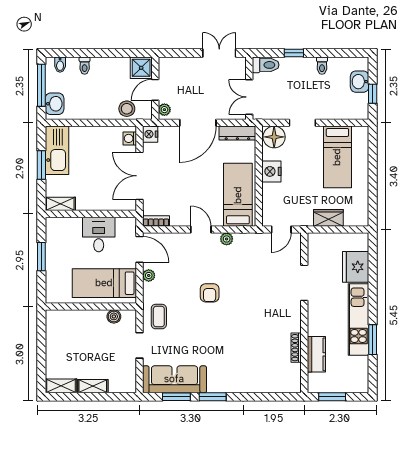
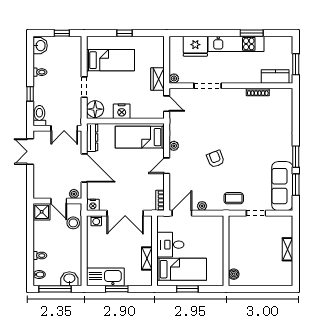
washbasin: (360, 82) -> (40, 46), moved, turned -90
window: (373, 175) -> (125, 33), added
shelving: (60, 204) -> (147, 258), moved
wardrobe: (328, 218) -> (158, 79), moved
plant: (314, 239) -> (174, 78), added
bed: (104, 283) -> (182, 269), moved, turned -90
armchair: (210, 293) -> (215, 159), turned -111
boiler: (114, 316) -> (234, 274), moved
kitchen counter: (316, 354) -> (275, 76), moved
shelving: (61, 386) -> (287, 274), removed

